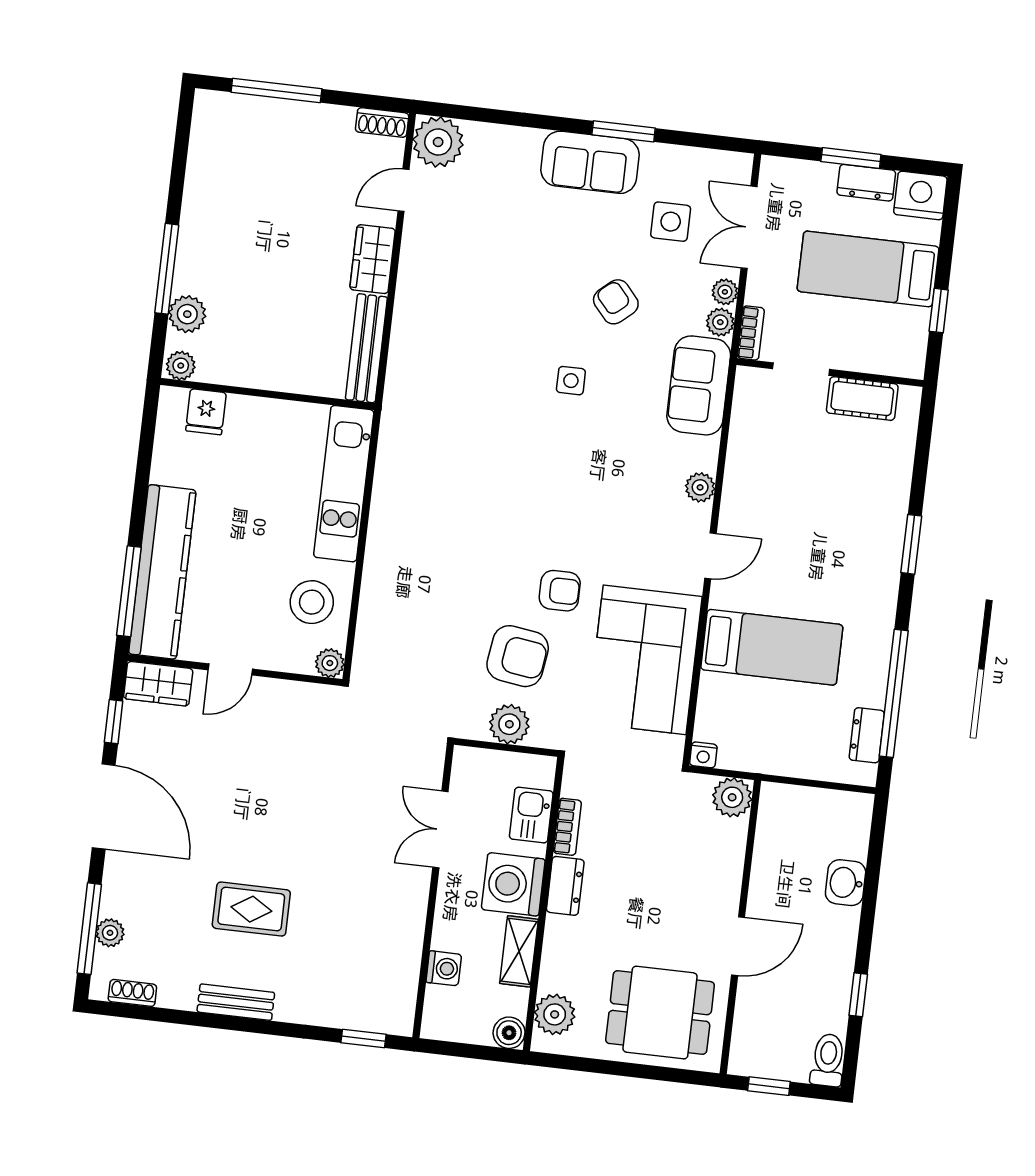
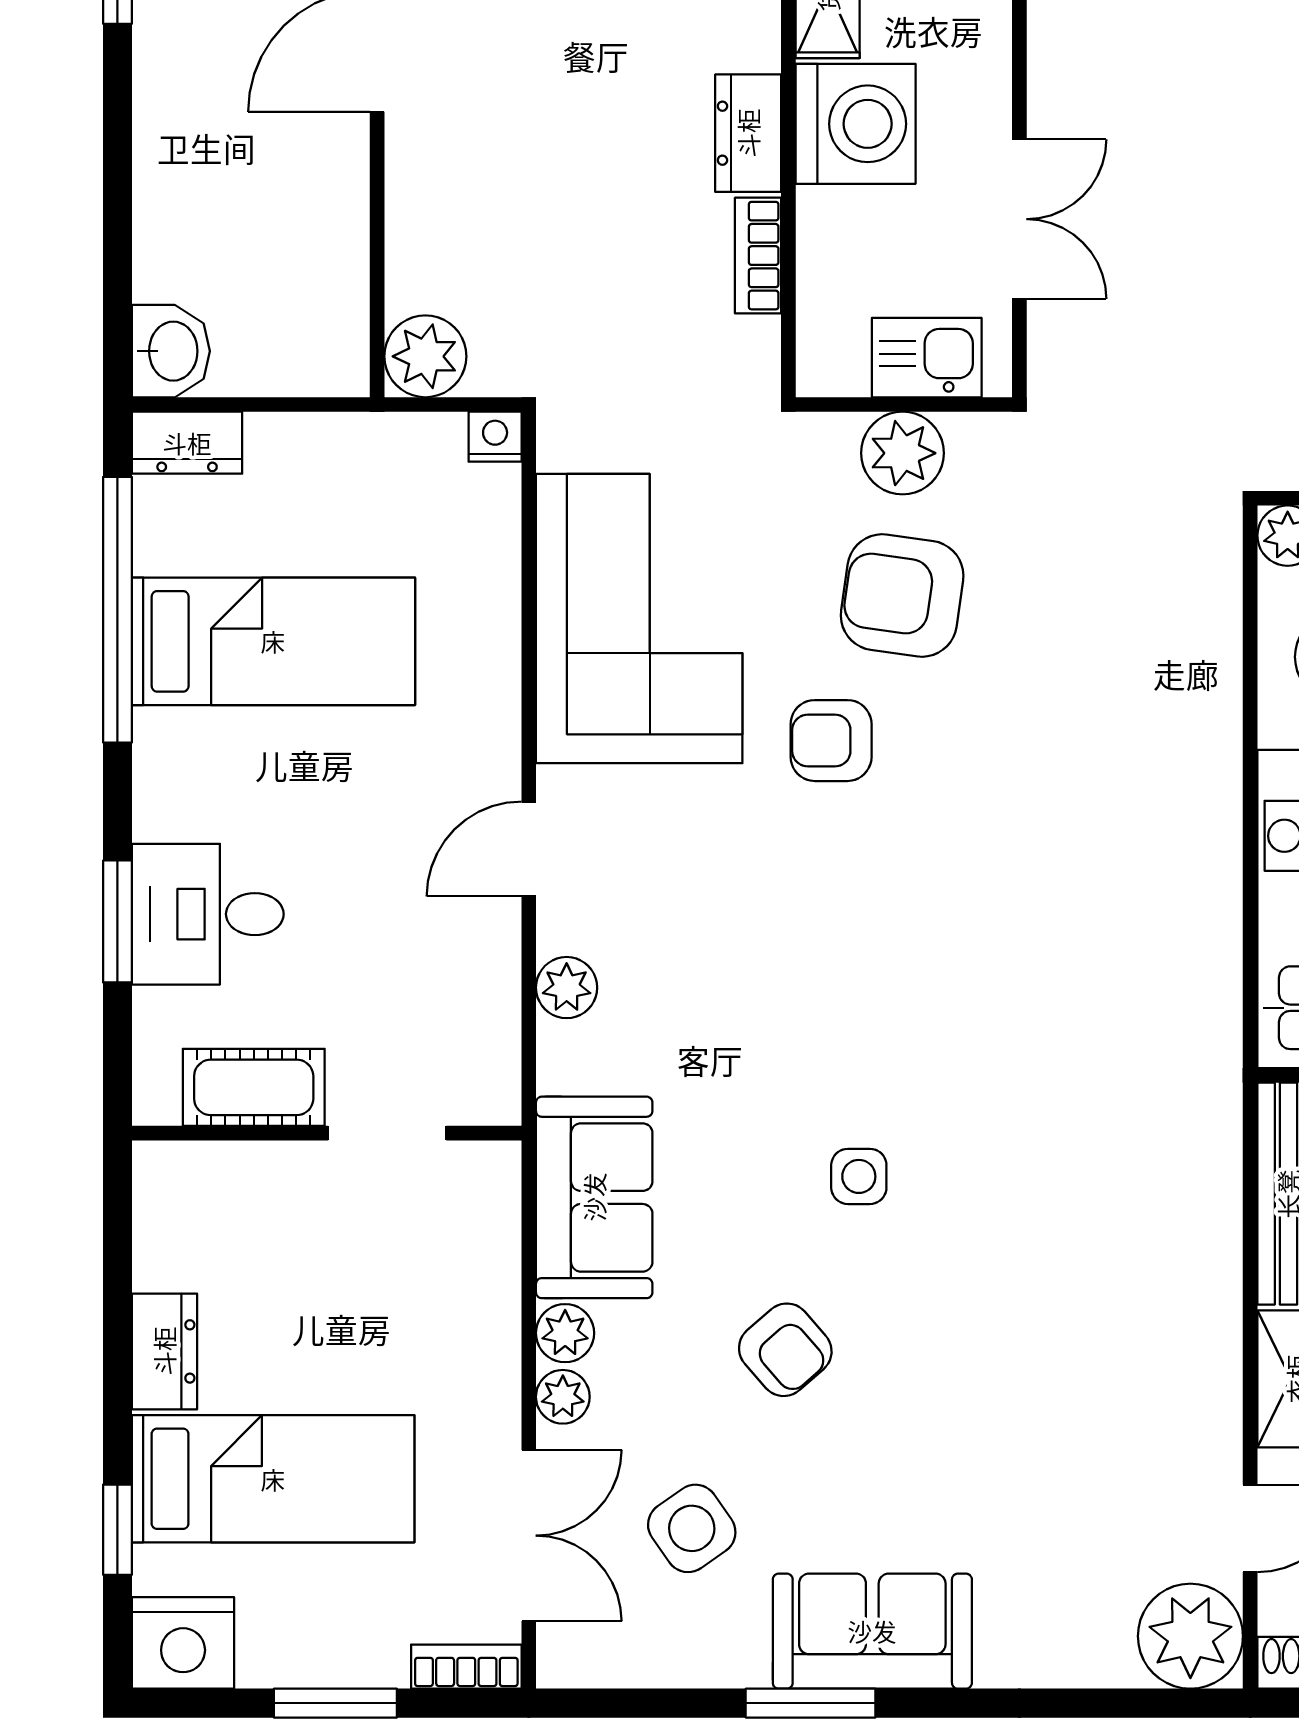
dresser: (866, 183) -> (164, 1351), moved, turned 90
side table: (671, 222) -> (692, 1528), turned -35
window: (939, 311) -> (117, 1530), moved
bookcase: (751, 333) -> (466, 1667), moved, turned 90
doorway: (801, 369) -> (387, 1133), moved
wall: (830, 373) -> (327, 1133), moved
cot: (862, 399) -> (254, 1087), moved
desk: (868, 543) -> (208, 914), added
bed: (772, 647) -> (273, 641), moved, turned 180
dresser: (867, 735) -> (187, 443), moved, turned 90
kitchen sink: (531, 815) -> (927, 358), moved, turned -90
washbasin: (846, 883) -> (171, 351), moved

